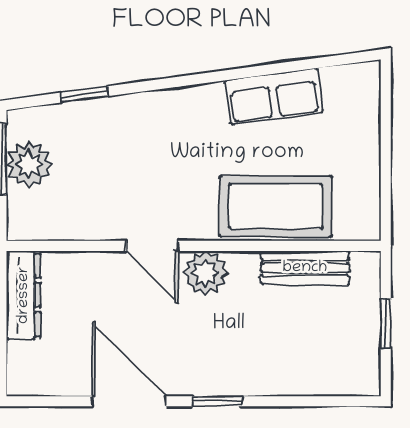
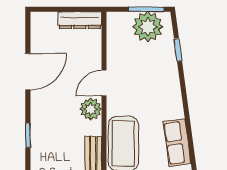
plant: (29, 164) -> (148, 27), width x1.36, depth x1.36
window: (217, 401) -> (28, 135), moved

